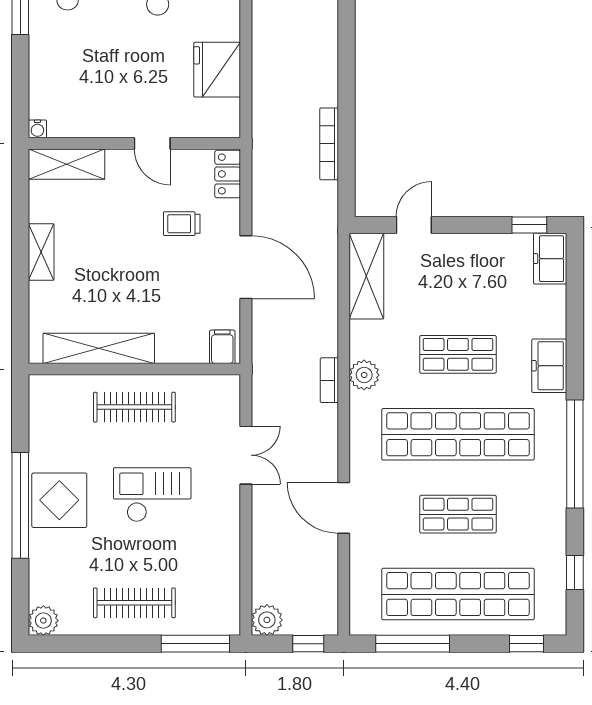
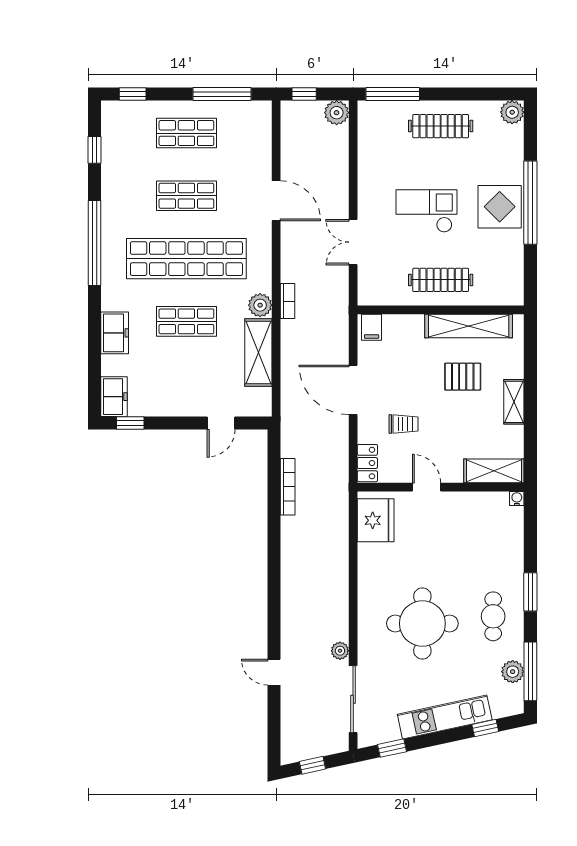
fridge: (217, 70) -> (376, 520), moved
shelving: (366, 276) -> (258, 352), moved
pallet: (106, 284) -> (463, 377), added
freezer: (549, 366) -> (115, 333), moved
checkout: (152, 495) -> (427, 211), turned 180
shop shelf: (458, 594) -> (186, 133), width x0.50, depth x0.74

